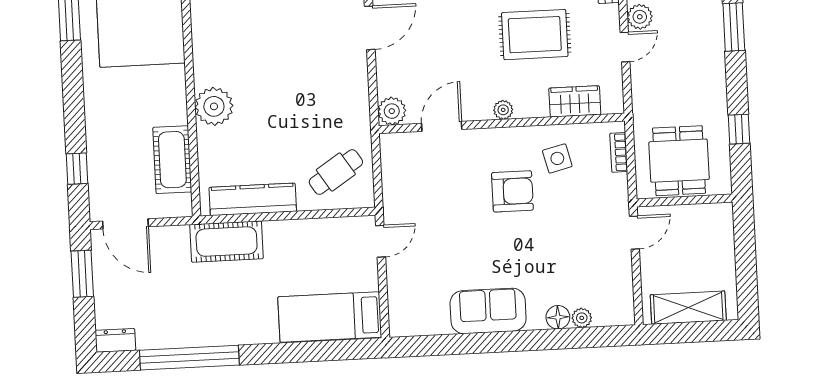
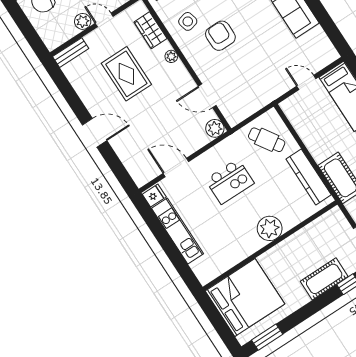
kitchen island: (309, 89) -> (230, 181), added
plant: (503, 110) -> (171, 56), moved
cot: (172, 160) -> (324, 279), moved
door: (381, 241) -> (306, 82), moved

